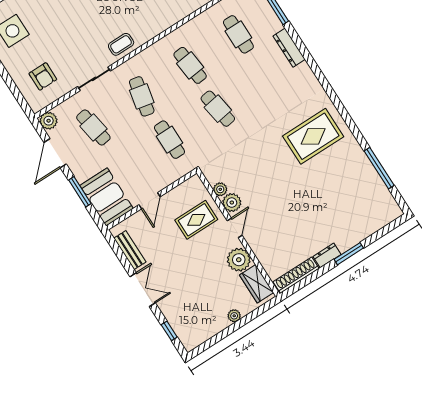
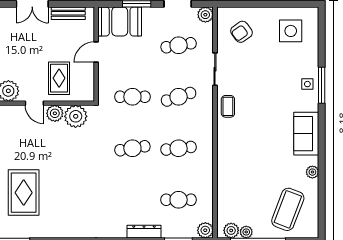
armchair: (43, 76) -> (242, 32), turned -36
cafe table: (142, 96) -> (179, 97), turned -30
rug: (313, 136) -> (24, 193), moved
plant: (220, 189) -> (76, 116), width x1.88, depth x1.88
door: (149, 201) -> (96, 52), hinge flipped

